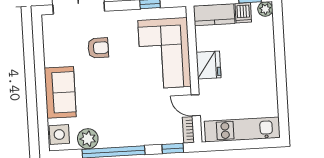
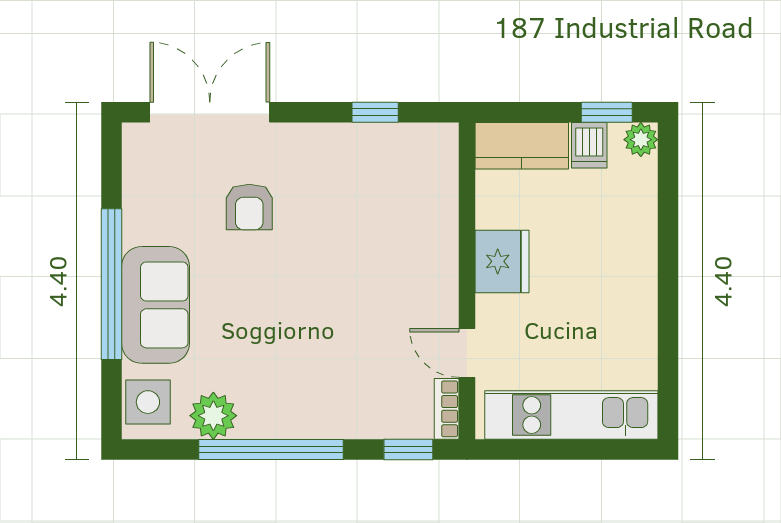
armchair: (98, 48) -> (249, 207), turned 90
corner sofa: (164, 53) -> (402, 229), removed
window: (41, 84) -> (111, 284), added

